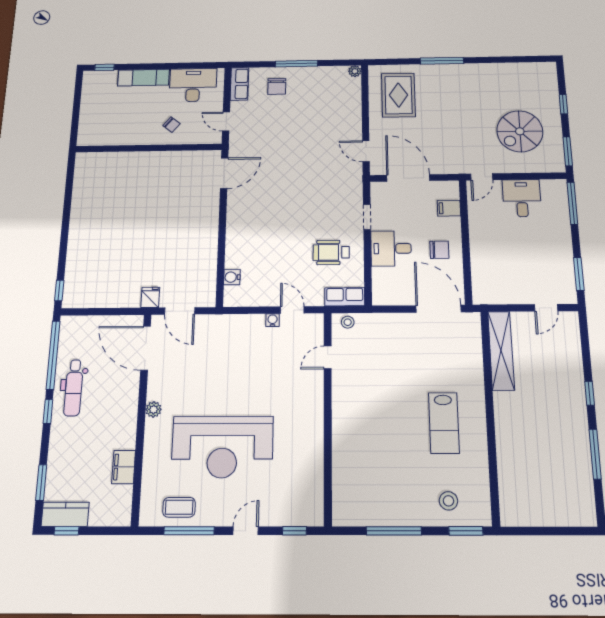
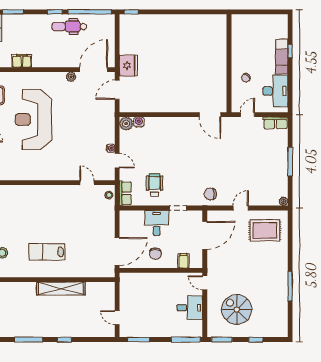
window: (442, 61) -> (290, 286), moved
window: (104, 67) -> (290, 51), moved
chair: (277, 86) -> (210, 194), moved
door: (366, 151) -> (241, 208), moved
fridge: (150, 297) -> (128, 66), width x1.88, depth x1.34
plant: (234, 297) -> (126, 124), added
door: (292, 310) -> (117, 161), hinge flipped
shelving: (501, 351) -> (61, 288), moved
plant: (154, 409) -> (71, 77), moved

